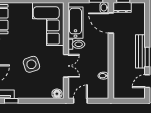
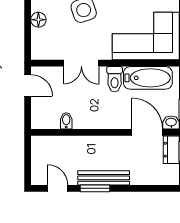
door: (111, 23) -> (147, 132), hinge flipped
floor lamp: (57, 94) -> (38, 20), moved

